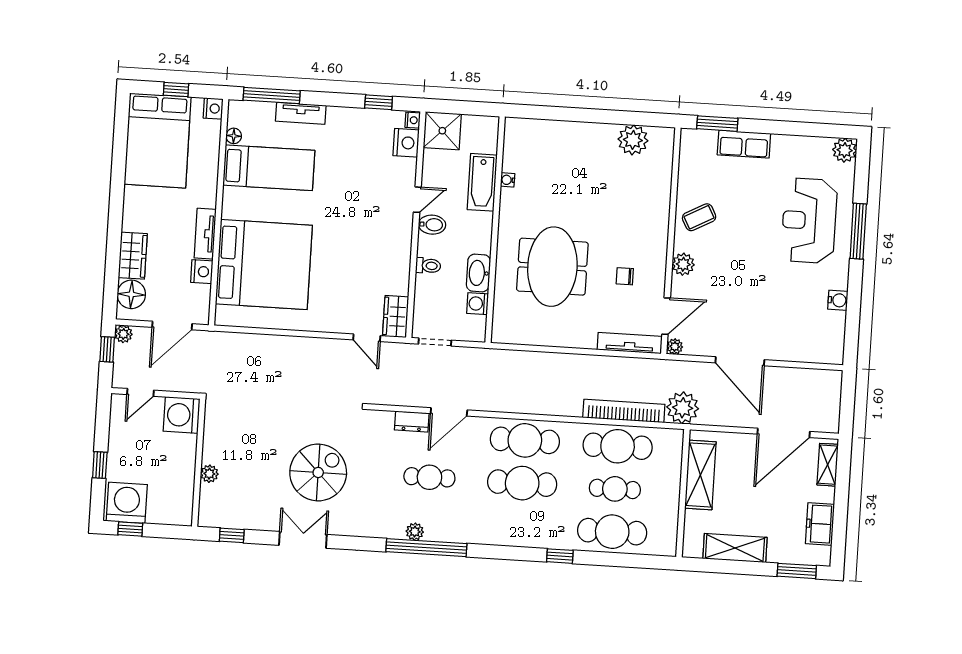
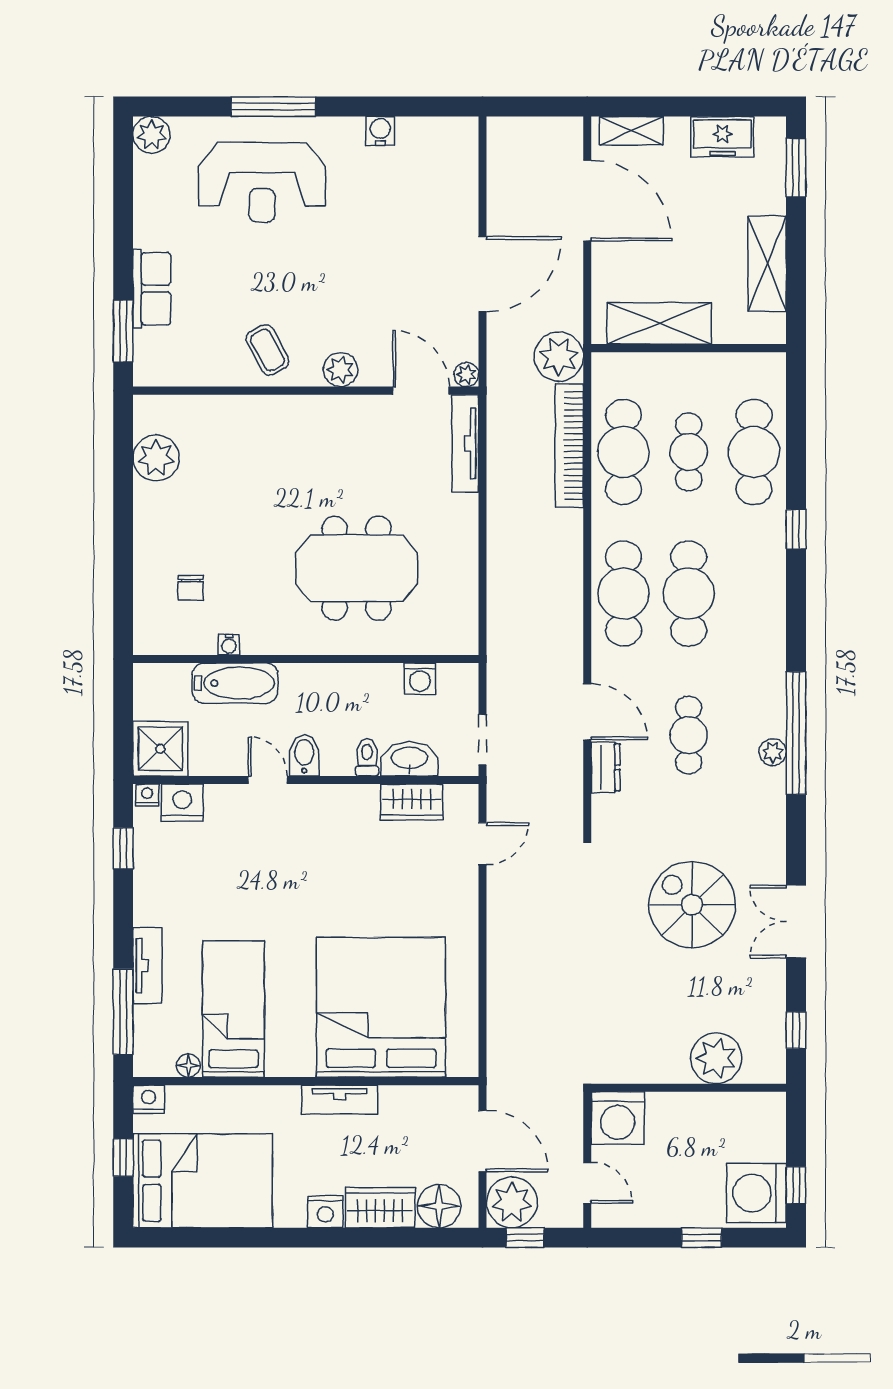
nightstand: (202, 272) -> (325, 1212), moved, turned 180
washbasin: (478, 273) -> (409, 759), moved, turned 180
chair: (625, 276) -> (191, 588), moved
wardrobe: (396, 317) -> (412, 802), moved
plant: (123, 334) -> (512, 1202), width x1.87, depth x1.87
plant: (209, 474) -> (716, 1058), width x1.88, depth x1.88

